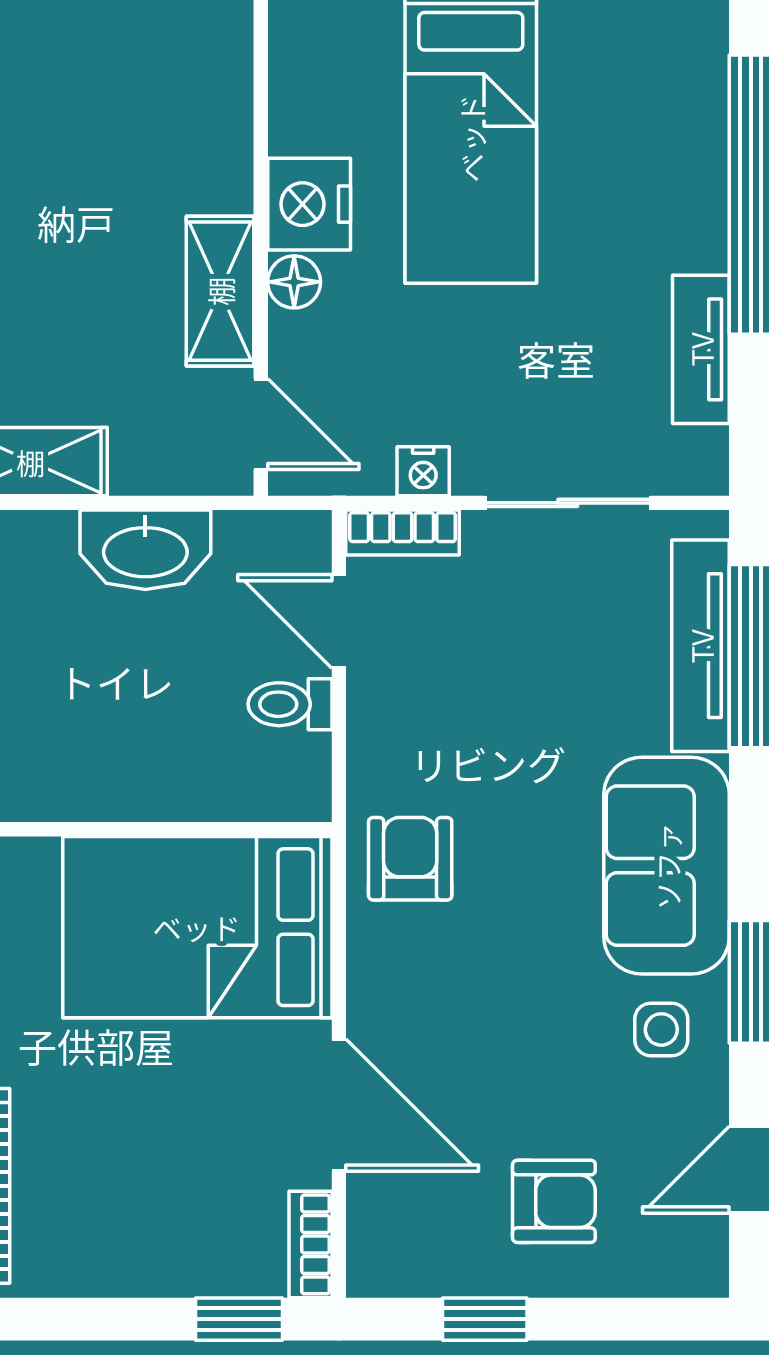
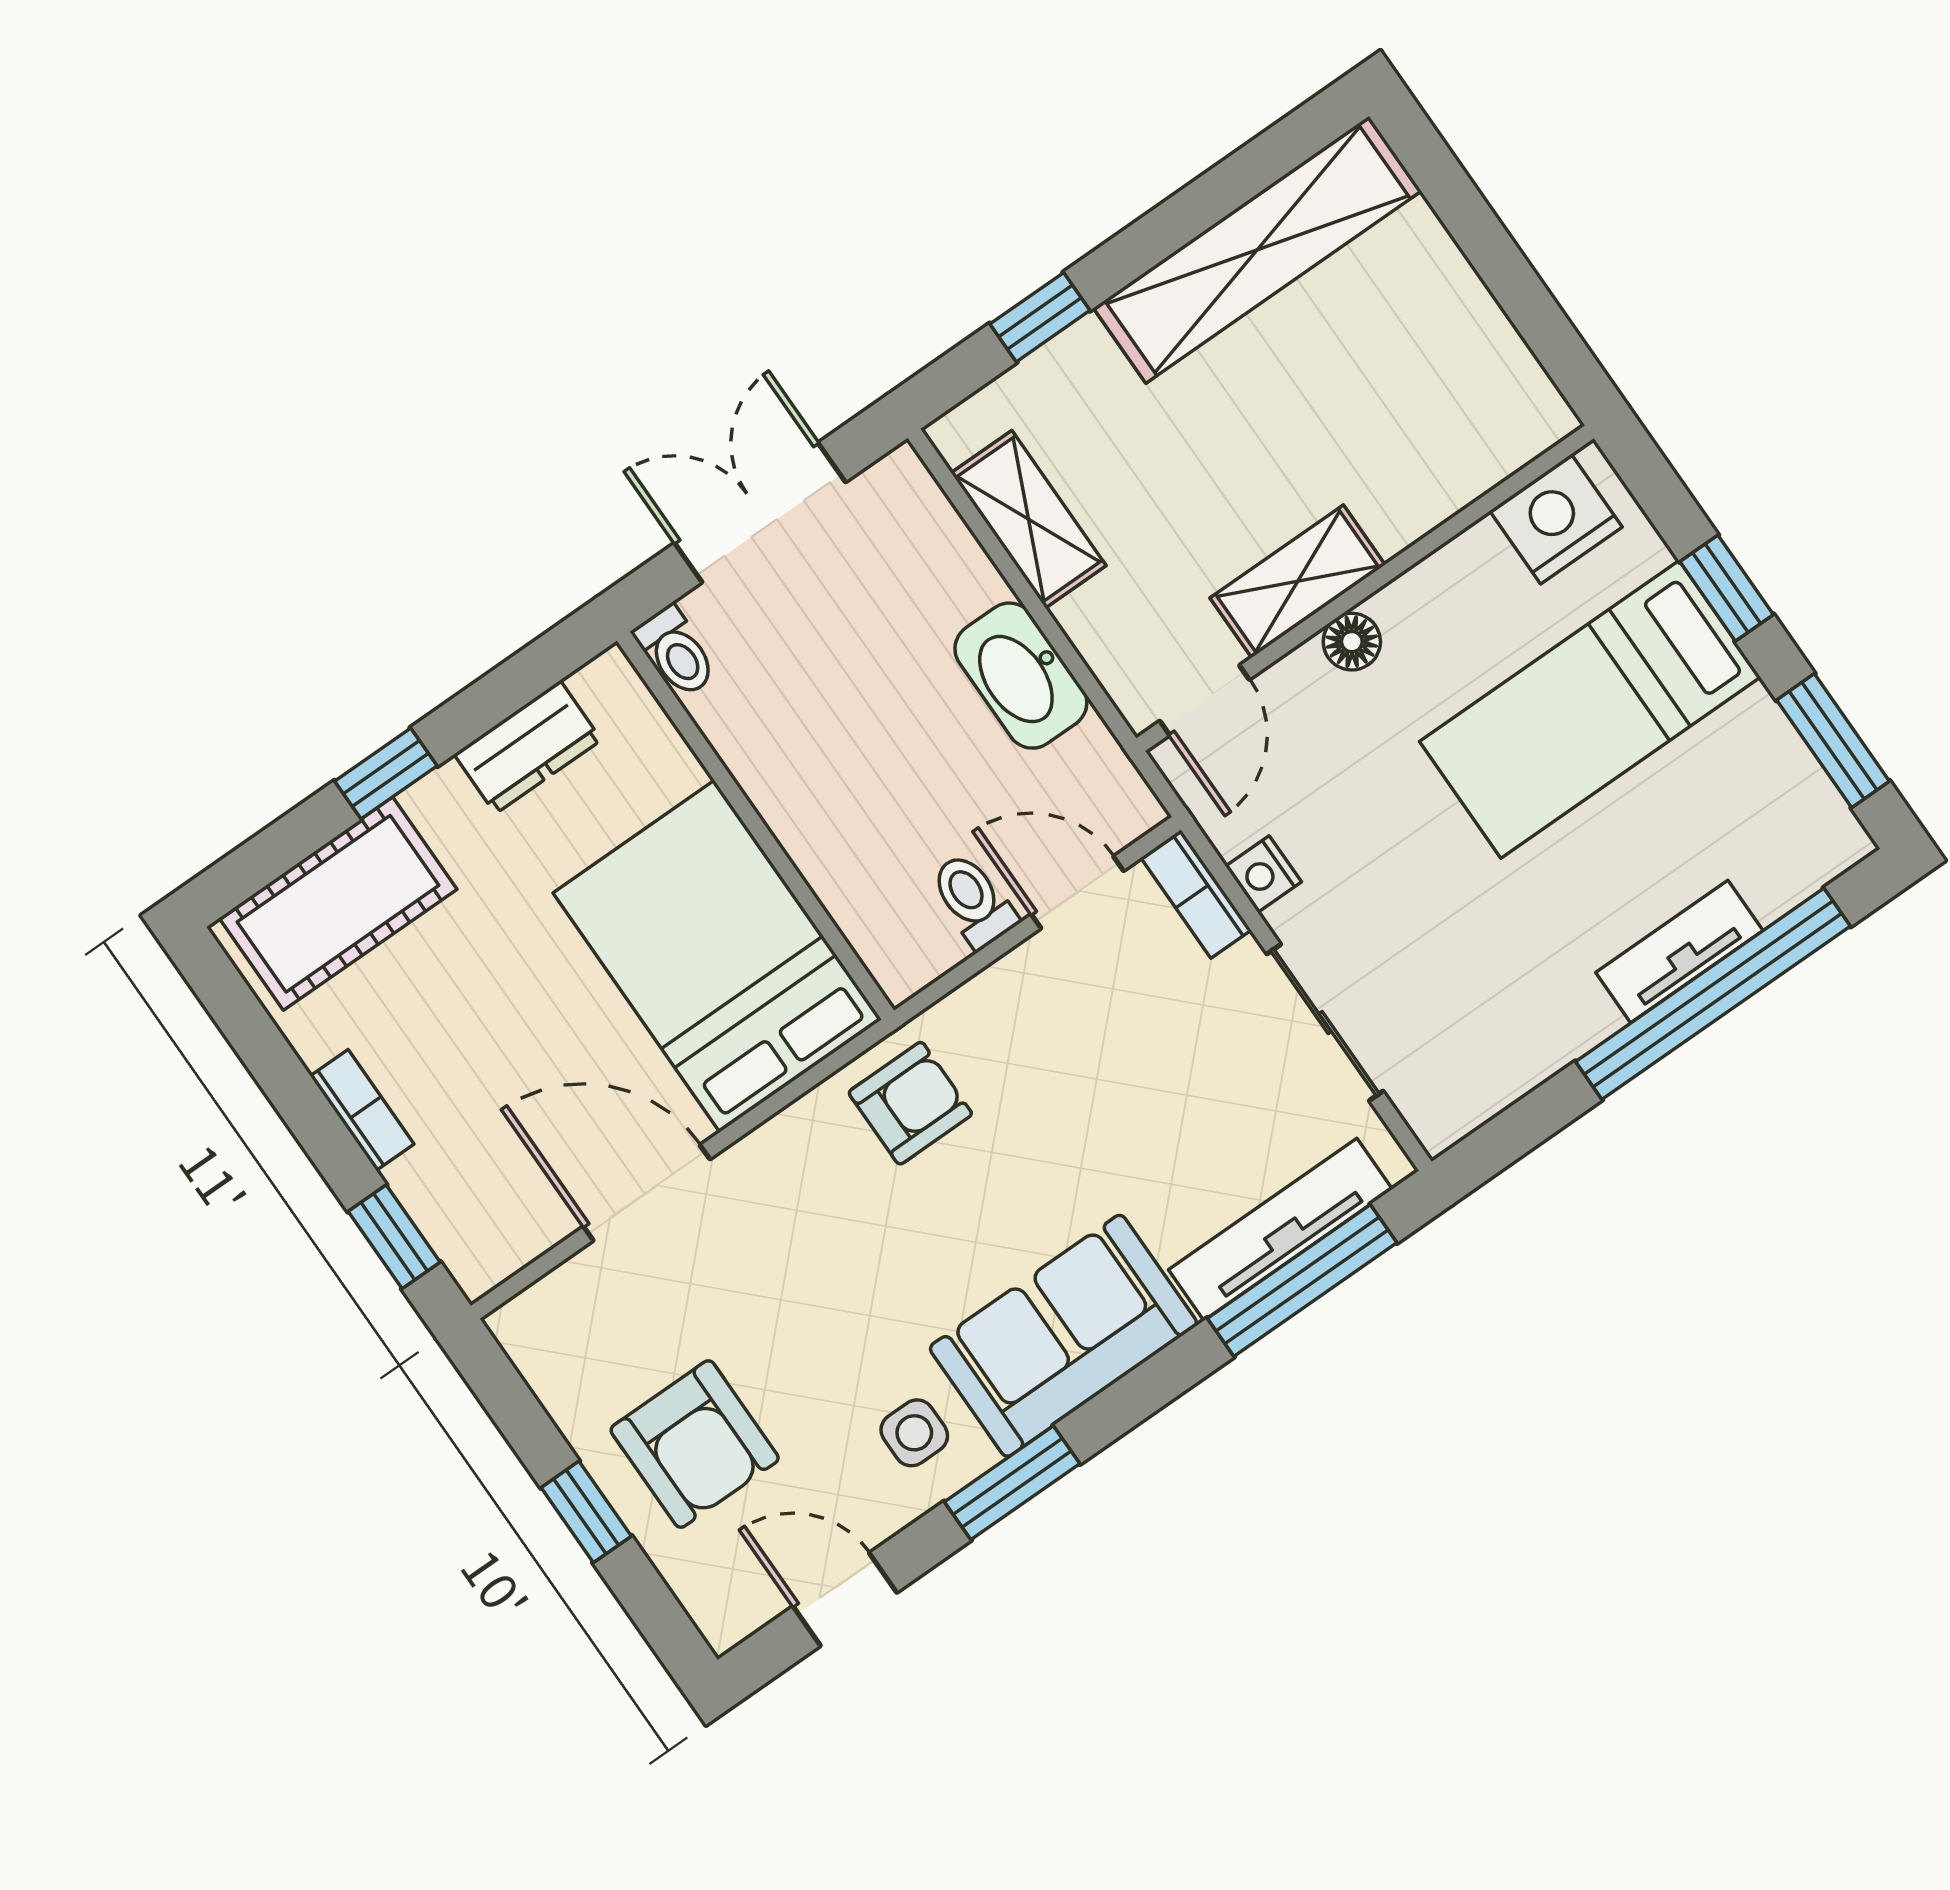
nightstand: (309, 204) -> (1556, 519), moved
tv unit: (701, 349) -> (1679, 952), moved
door: (339, 621) -> (1077, 892), hinge flipped
door: (339, 1105) -> (647, 1193), swing flipped
armchair: (554, 1201) -> (695, 1444), width x1.38, depth x1.38
bookcase: (310, 1244) -> (362, 1110), moved, turned 90
window: (485, 1319) -> (586, 1512), moved

